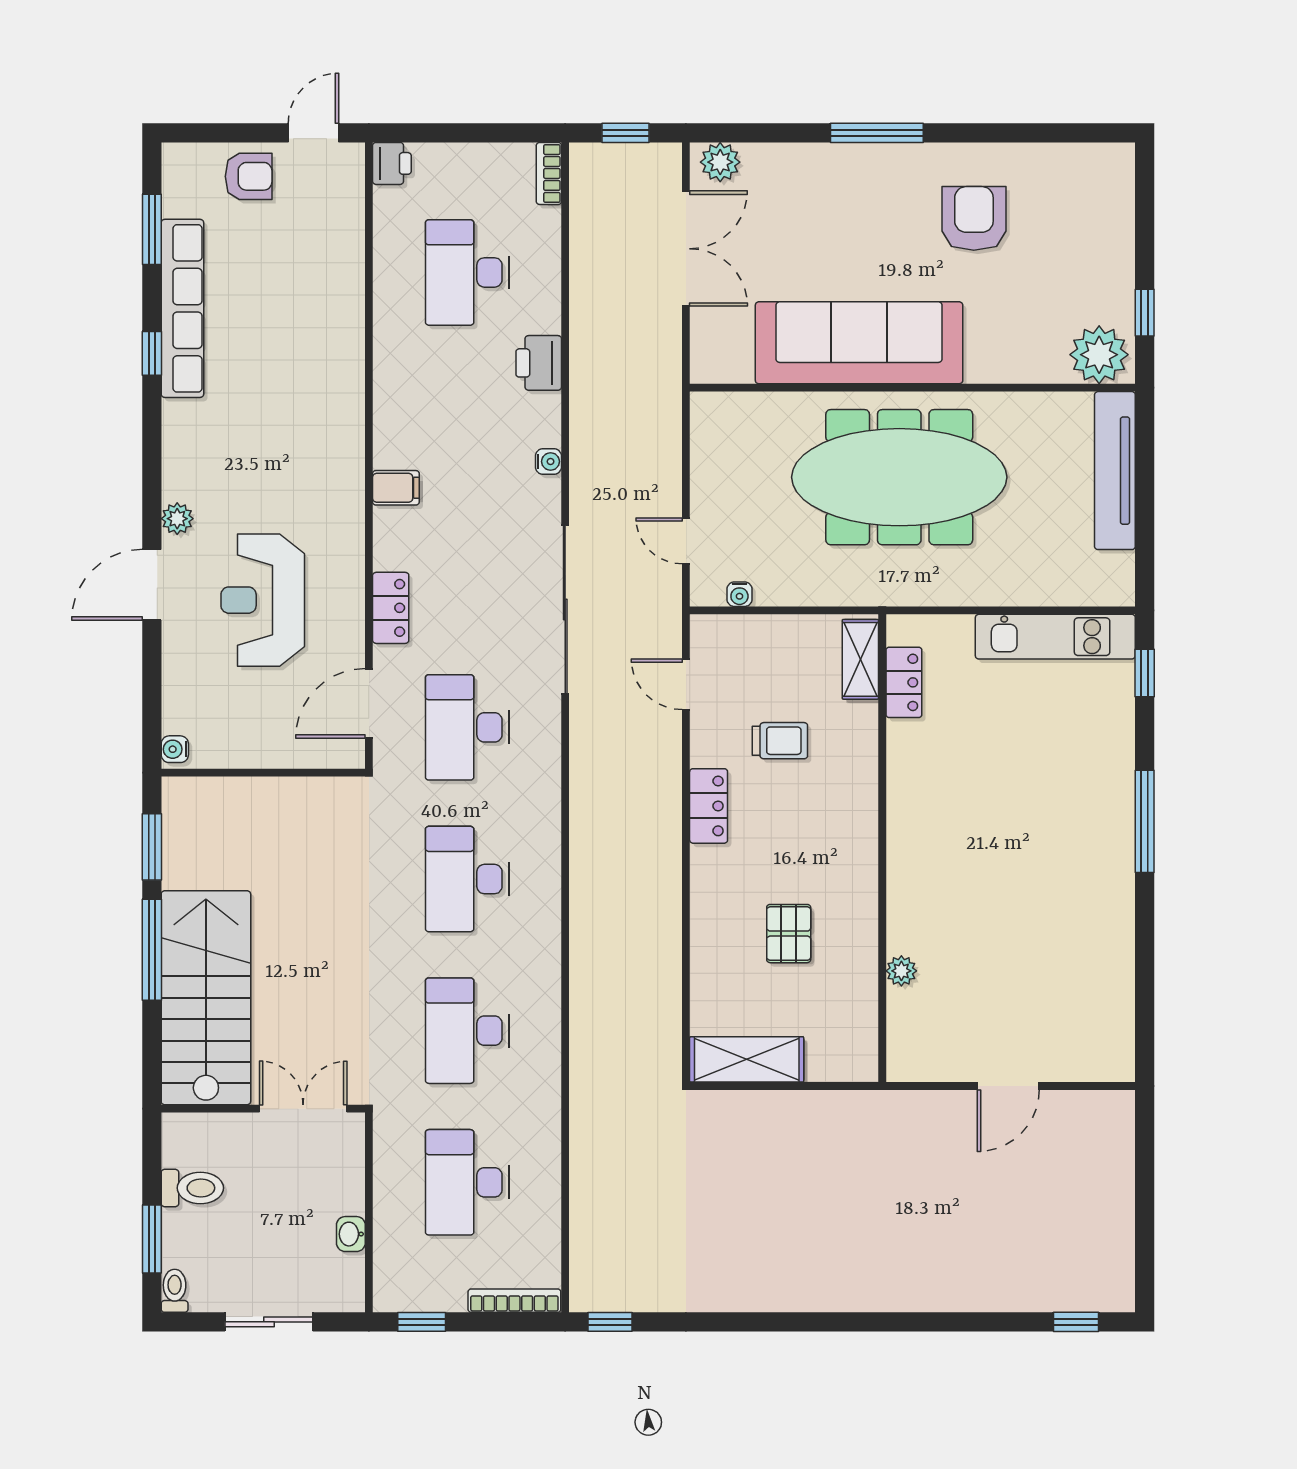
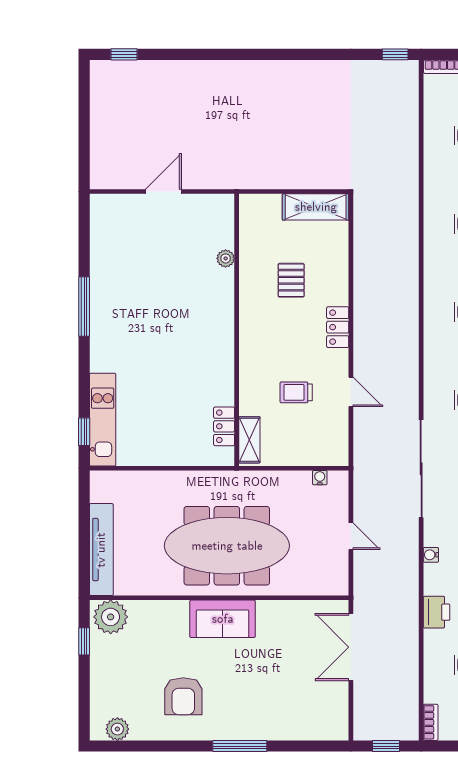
plant: (720, 162) -> (117, 729), moved
double door: (686, 249) -> (351, 647), moved
sofa: (859, 343) -> (223, 619), width x0.54, depth x0.79
door: (686, 541) -> (351, 536), moved
kitchen unit: (1055, 637) -> (103, 420), moved, turned 90
door: (686, 684) -> (351, 392), moved
locker: (709, 806) -> (338, 327), moved
window: (1145, 821) -> (84, 306), moved

